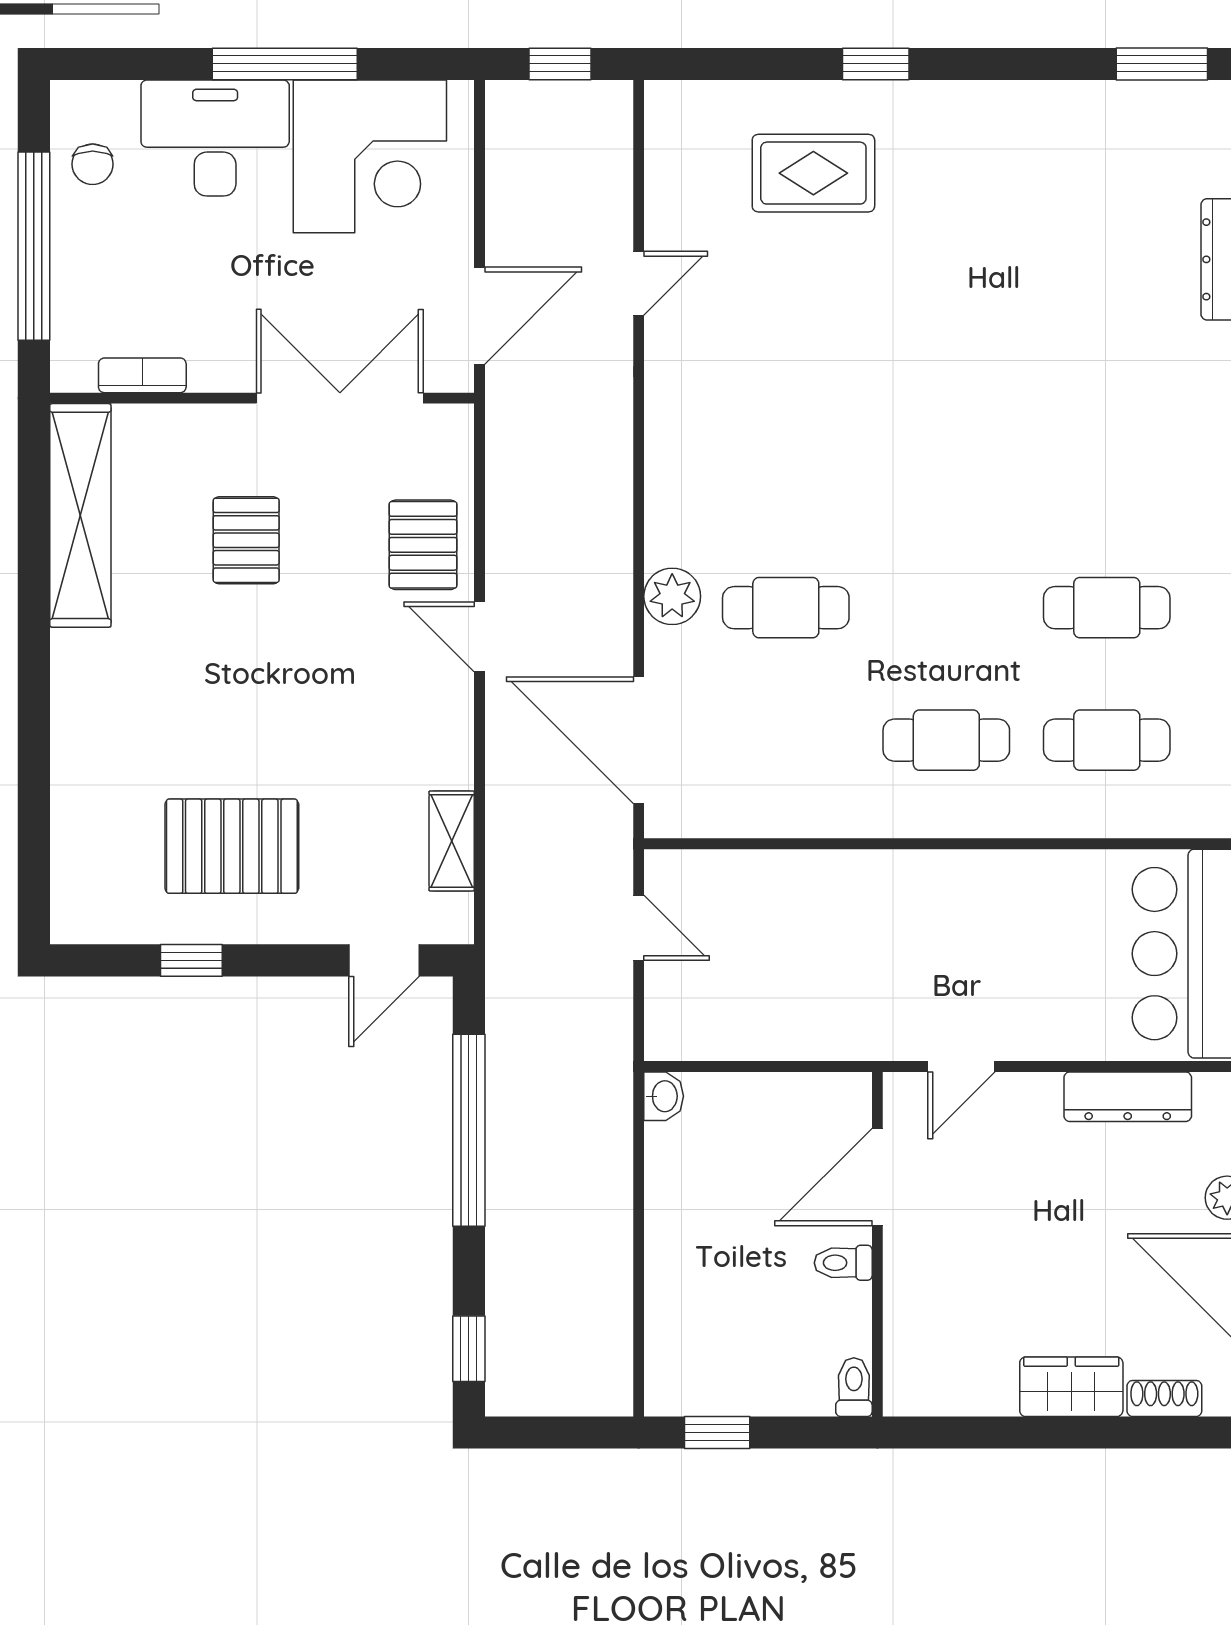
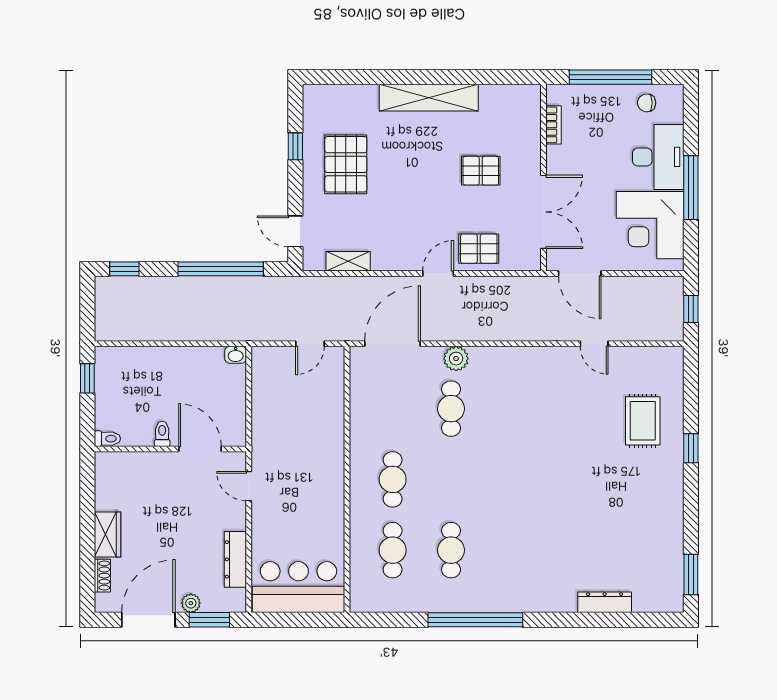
shelving: (80, 515) -> (429, 98), moved

